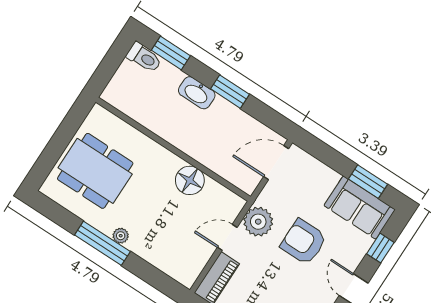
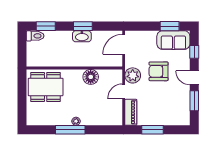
washbasin: (197, 93) -> (82, 36), moved
dining table: (95, 171) -> (46, 87), moved

